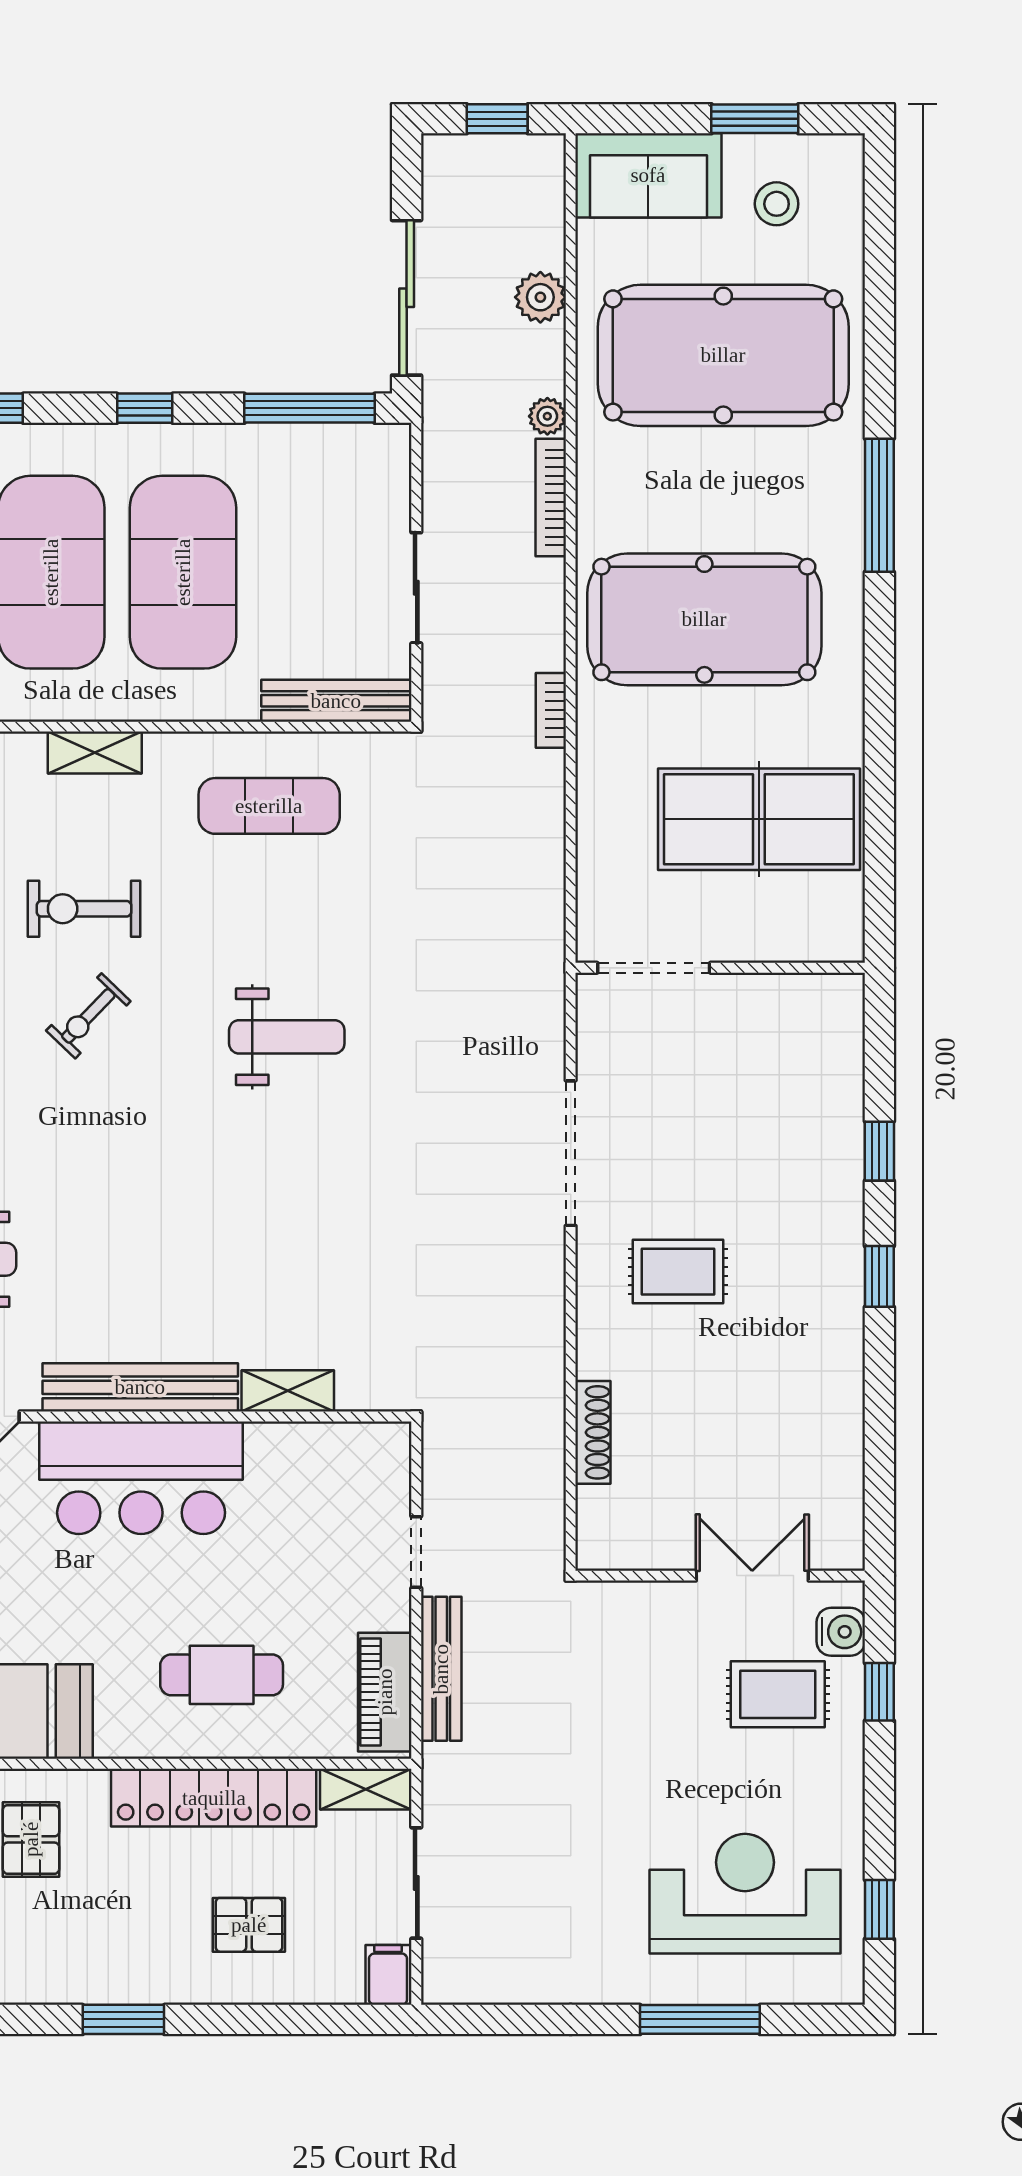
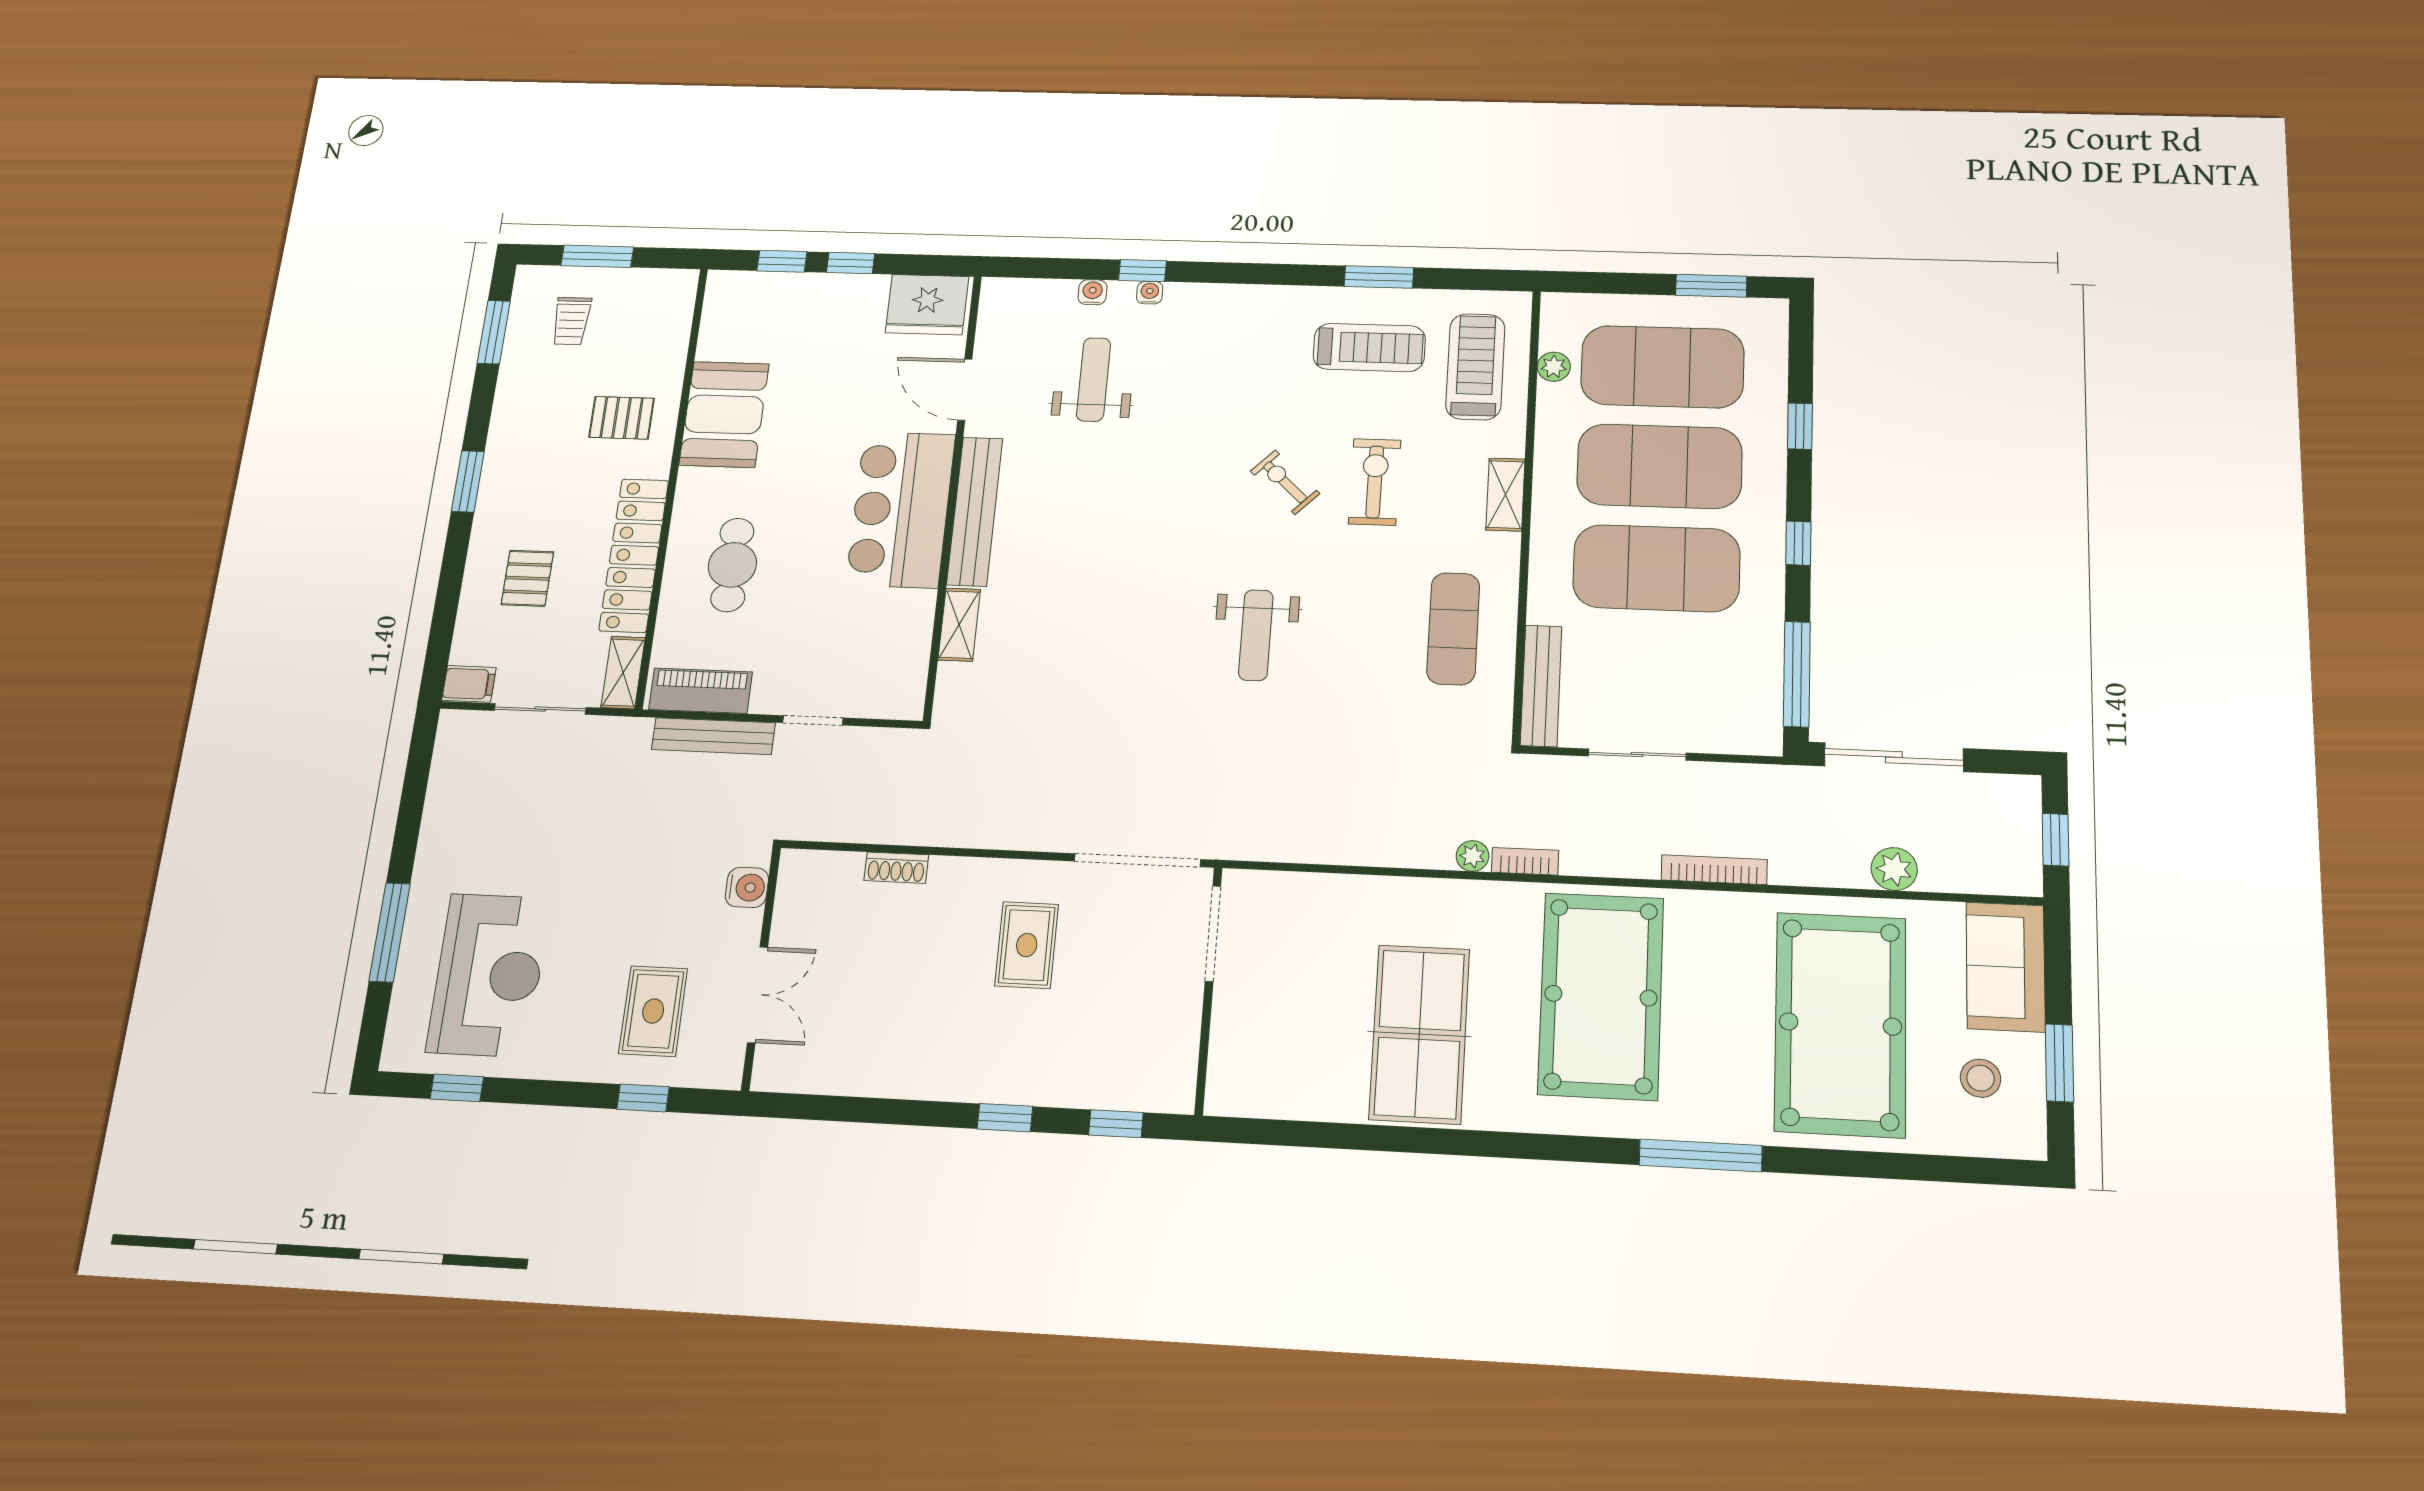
plant: (547, 416) -> (1473, 856), moved
doorway: (654, 968) -> (1213, 933), moved
wall: (720, 968) -> (1209, 990), moved
shoe rack: (593, 1432) -> (896, 868), width x0.70
water cooler: (841, 1632) -> (747, 887), moved, turned -90

